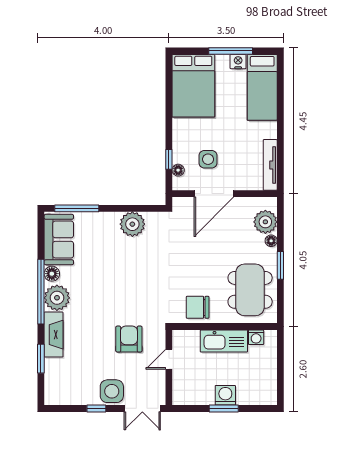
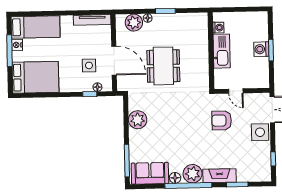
dining table: (250, 290) -> (163, 66), moved, turned 90
chair: (198, 307) -> (197, 71), removed
window: (96, 408) -> (273, 159), moved

